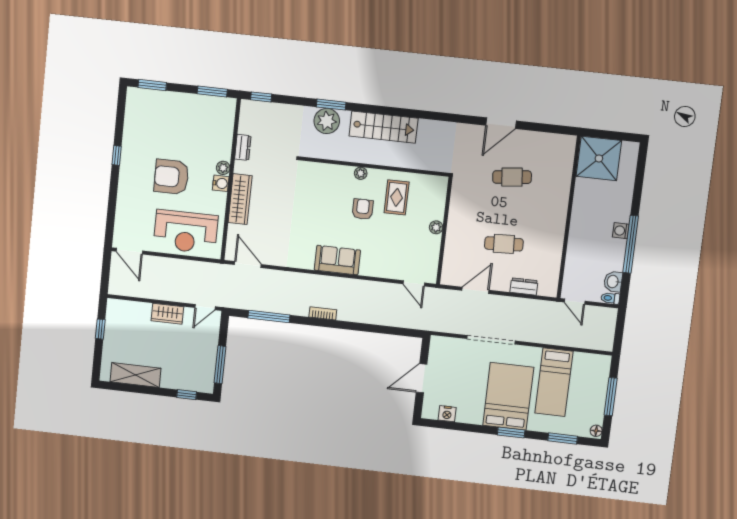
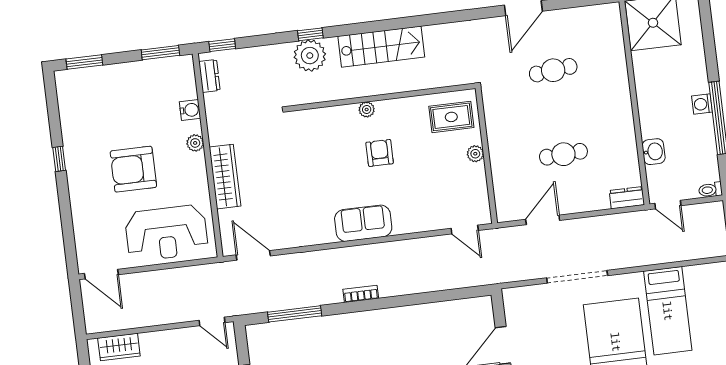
window: (331, 105) -> (310, 34), width x0.67
dresser: (243, 147) -> (209, 76), moved
water cooler: (221, 183) -> (190, 110), moved
rug: (397, 197) -> (451, 117), moved, turned 90
washbasin: (613, 282) -> (654, 152), moved, turned 180
dresser: (524, 286) -> (627, 198), moved
door: (205, 307) -> (212, 321), hinge flipped
wardrobe: (167, 314) -> (119, 347), moved

